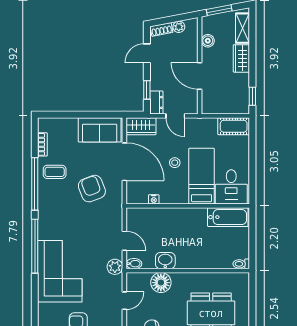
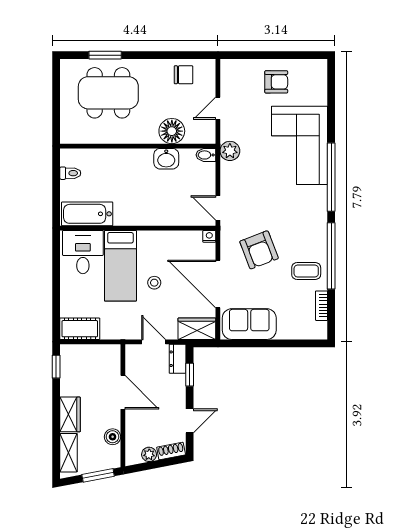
nightstand: (154, 199) -> (209, 236), moved
door: (124, 241) -> (218, 208), moved
toilet: (241, 264) -> (70, 173), moved

